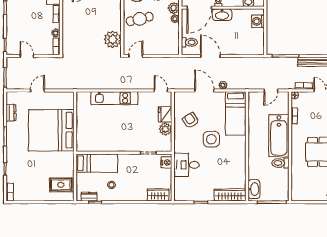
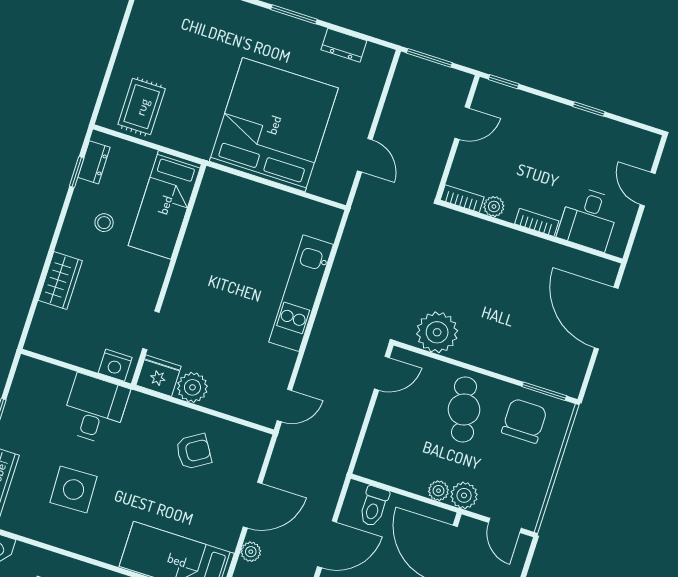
door: (136, 56) -> (382, 373), hinge flipped
door: (37, 90) -> (365, 155), moved
fridge: (165, 114) -> (159, 376), moved
side table: (211, 139) -> (74, 490), moved
wardrobe: (158, 195) -> (60, 281), moved

